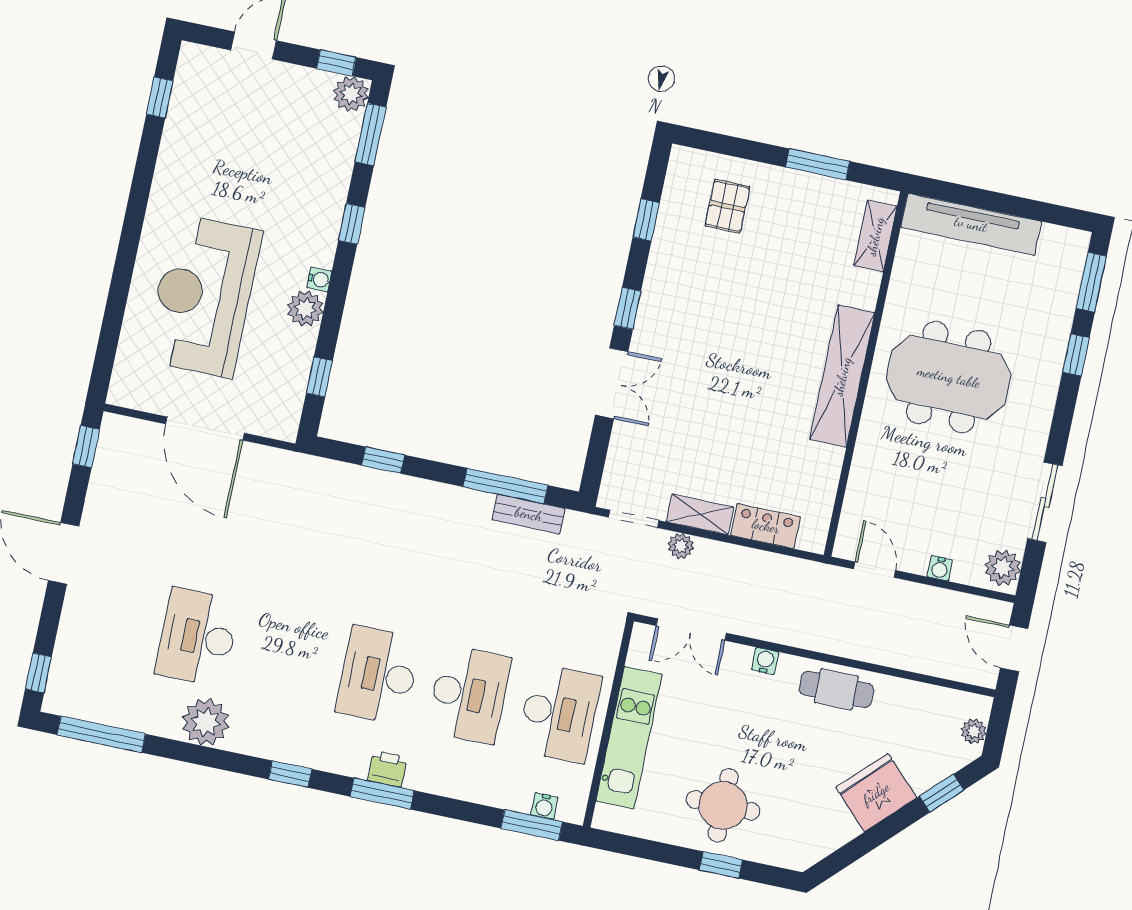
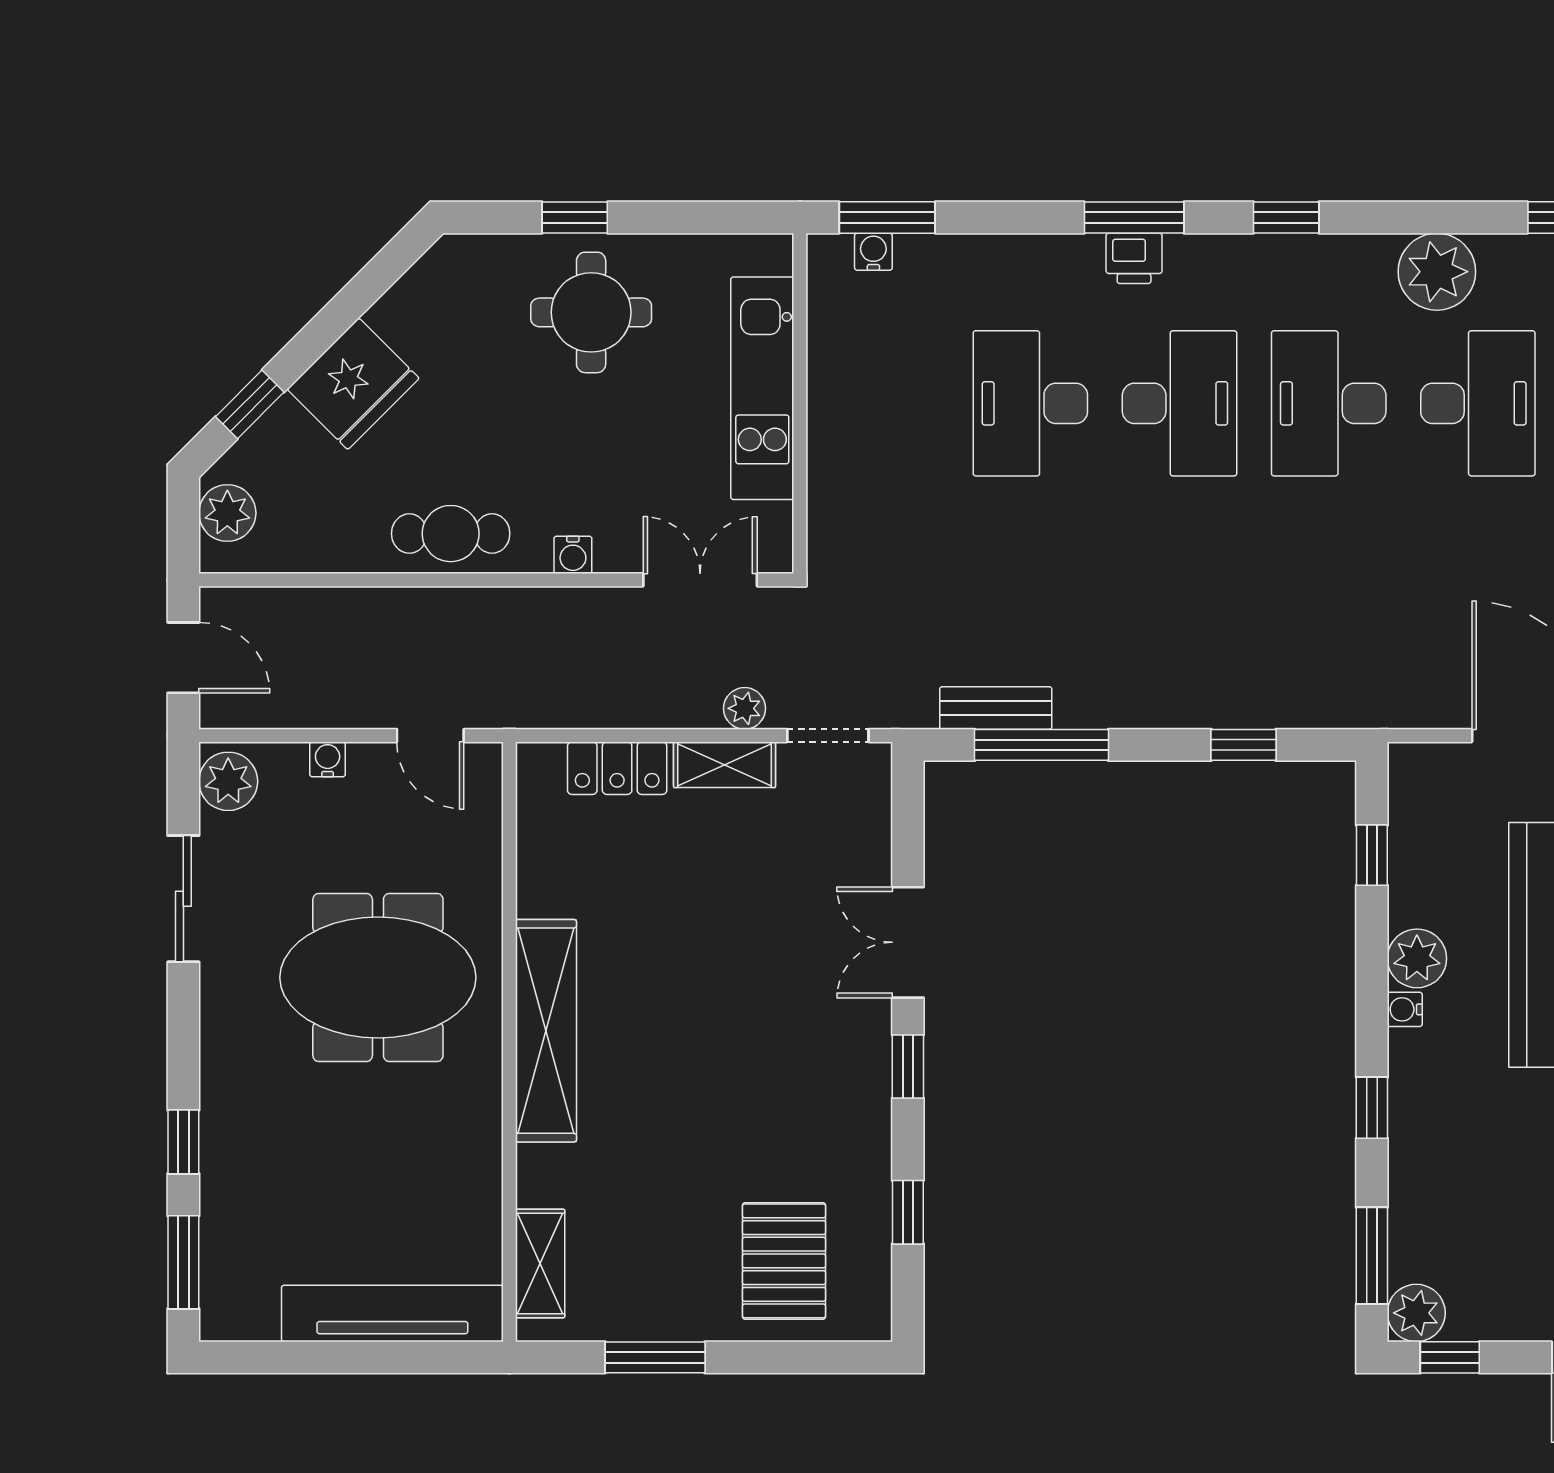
pallet: (727, 206) -> (784, 1261), width x1.50, depth x1.42
meeting table: (949, 377) -> (378, 977), moved
desk: (559, 713) -> (1329, 403), moved
plant: (974, 731) -> (227, 513), width x1.38, depth x1.38

